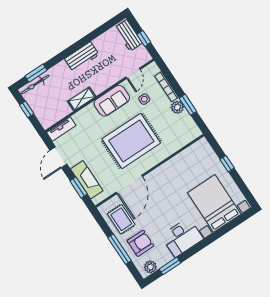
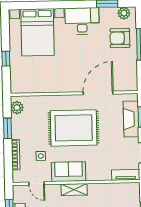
door: (133, 73) -> (37, 183), swing flipped
shelving: (82, 99) -> (74, 190), moved
plant: (177, 107) -> (17, 108), moved
rug: (121, 219) -> (123, 68), removed

